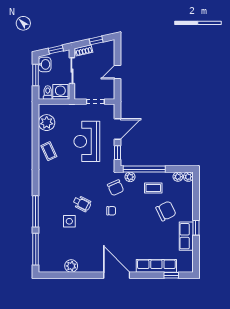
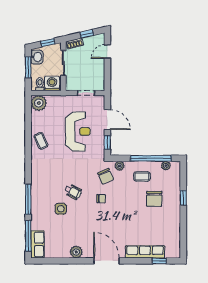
door: (117, 72) -> (107, 52), moved
plant: (47, 123) -> (39, 103), moved
door: (117, 129) -> (107, 120), hinge flipped
reception desk: (87, 141) -> (78, 131), turned 180
window: (144, 169) -> (151, 158), moved
plant: (188, 177) -> (176, 166), removed
chair: (166, 211) -> (154, 199), turned 116
window: (196, 228) -> (183, 198), moved
row of seats: (186, 236) -> (37, 244), moved, turned 180
plant: (71, 266) -> (76, 252), moved

